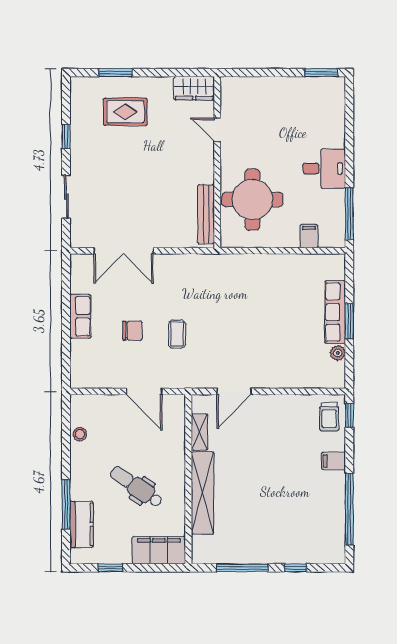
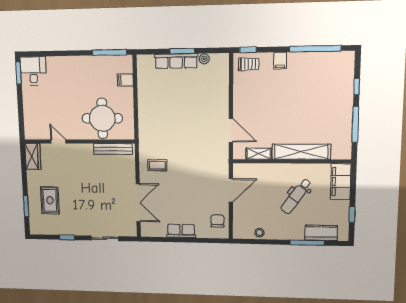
door: (217, 130) -> (58, 142), swing flipped
desk: (324, 169) -> (33, 71), moved
chair: (132, 331) -> (217, 221), moved
coffee table: (177, 334) -> (157, 165), moved

